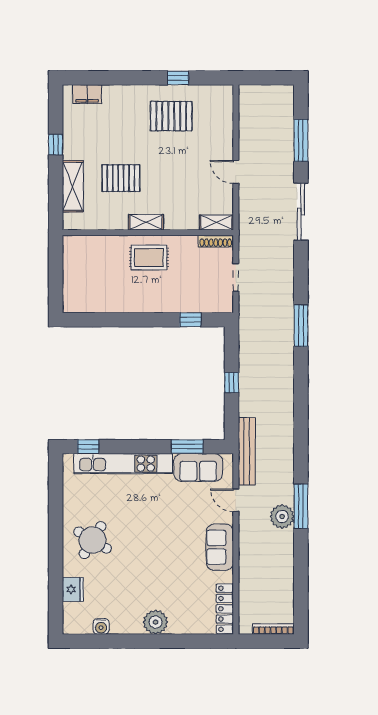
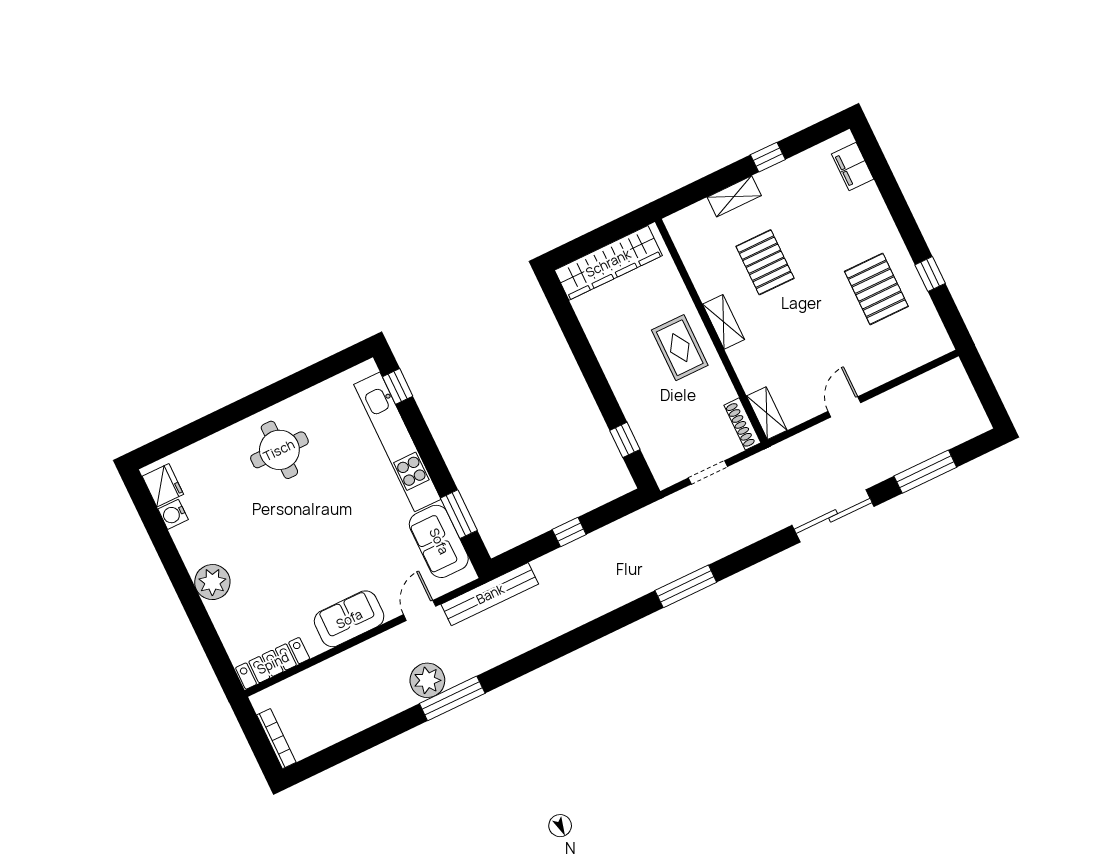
shelving: (73, 186) -> (734, 196), width x0.67, depth x0.75
wardrobe: (74, 277) -> (608, 263), added
round table: (93, 540) -> (279, 450), turned -31
fridge: (73, 589) -> (163, 485), moved, turned -90

